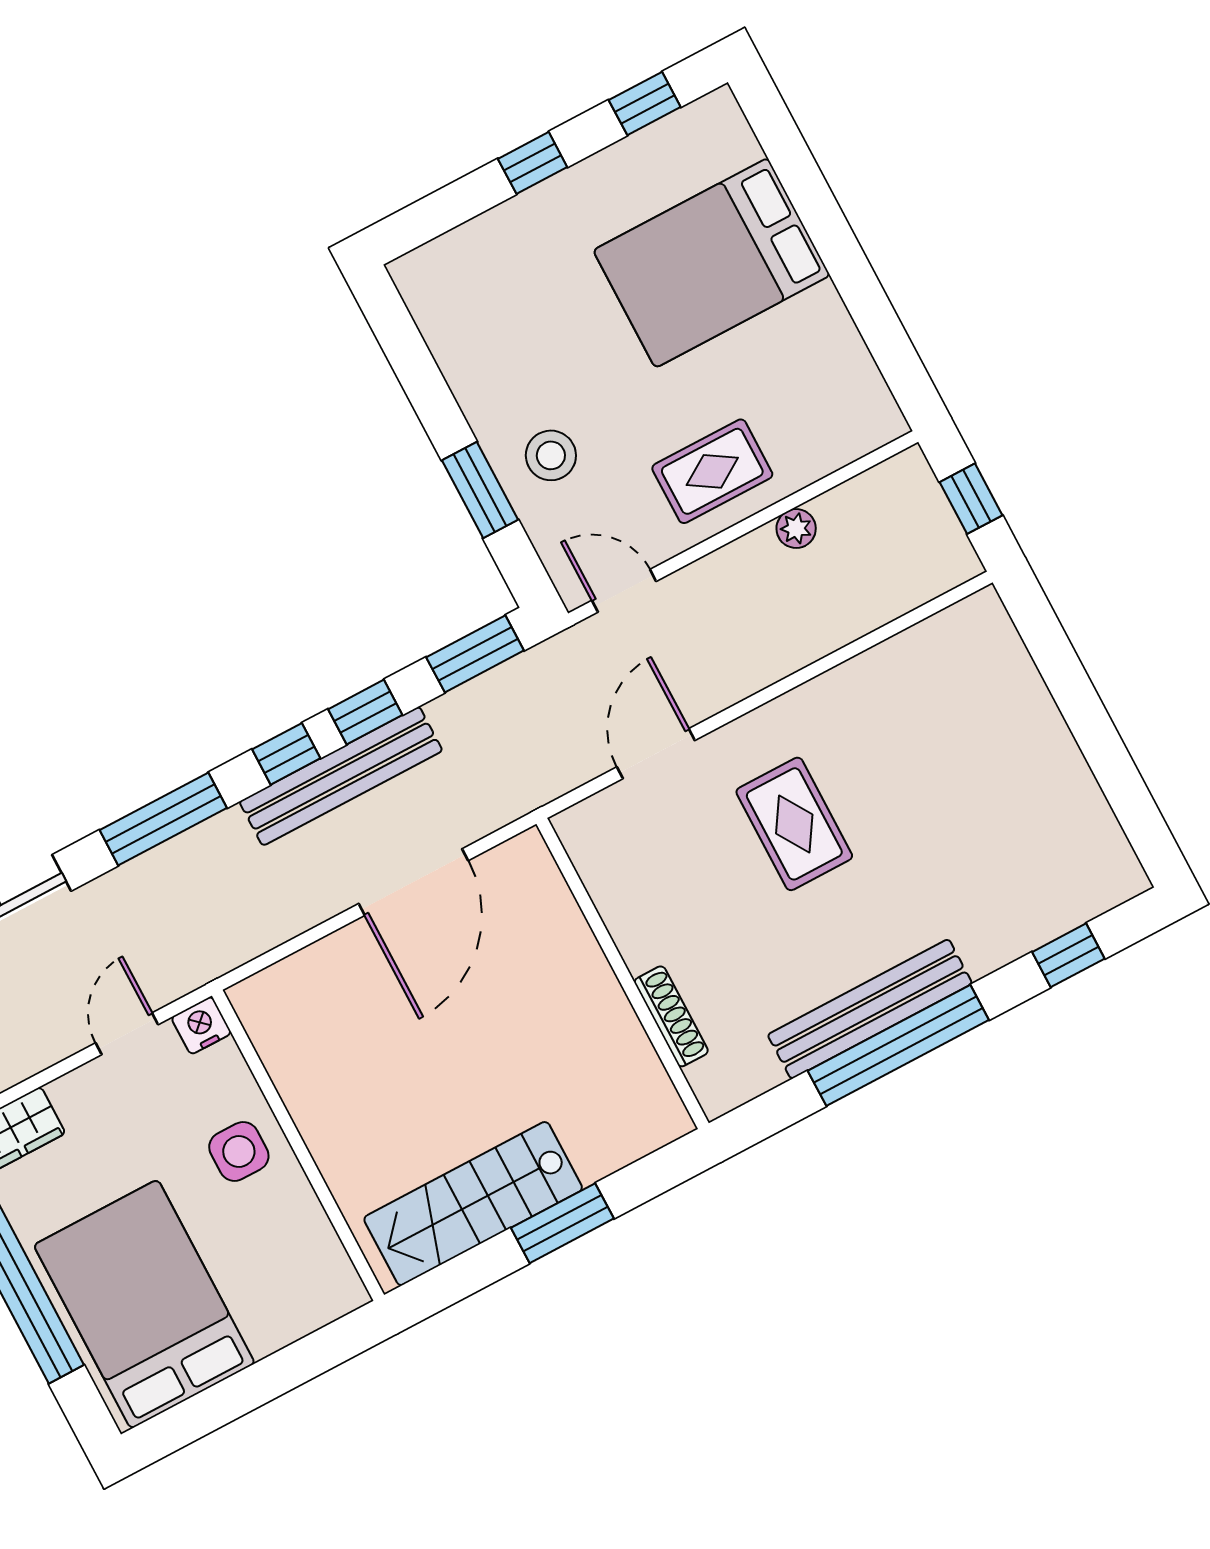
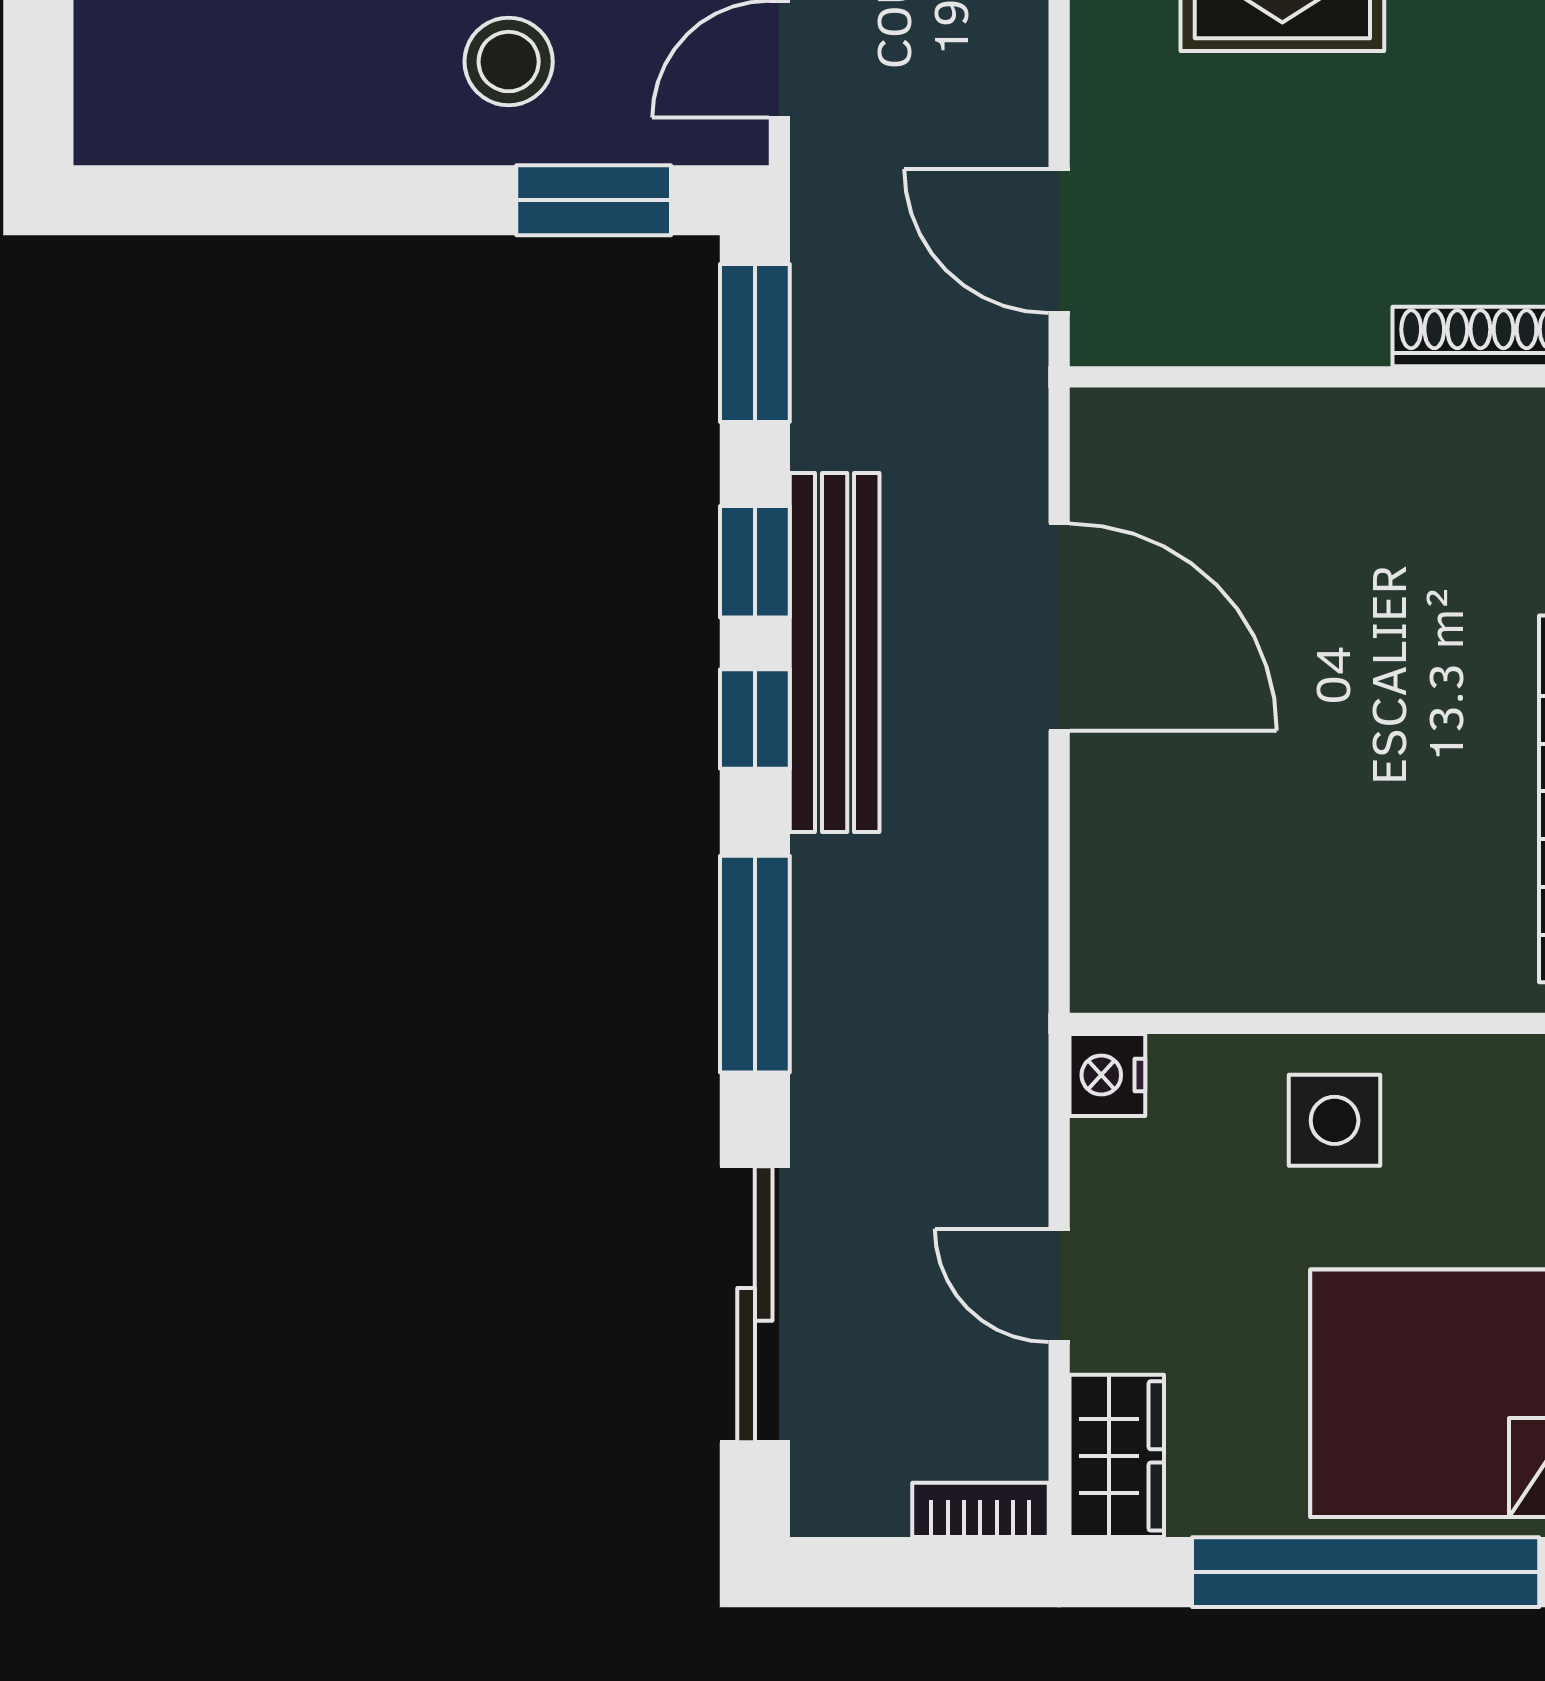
window: (480, 490) -> (594, 200), moved
door: (656, 754) -> (1059, 241), moved
door: (127, 1034) -> (1059, 1285), moved

